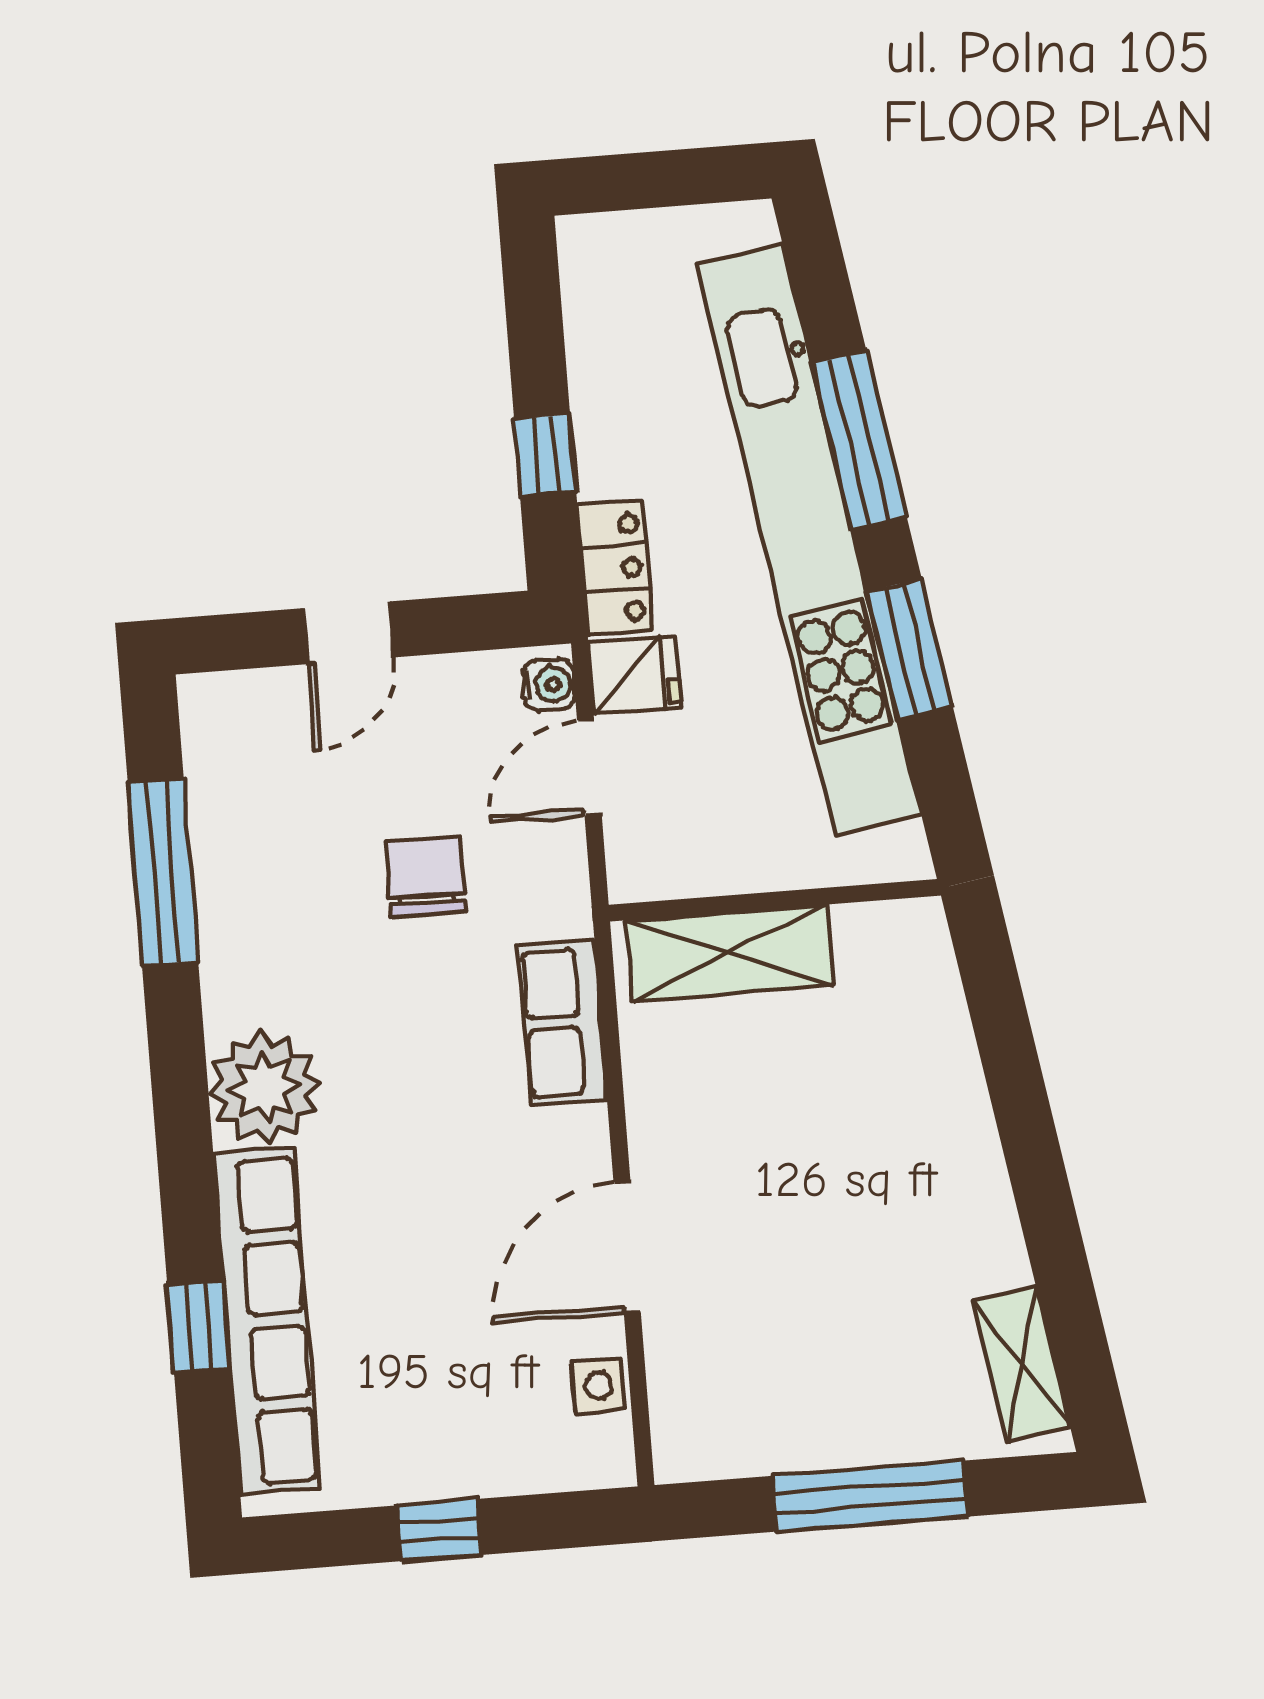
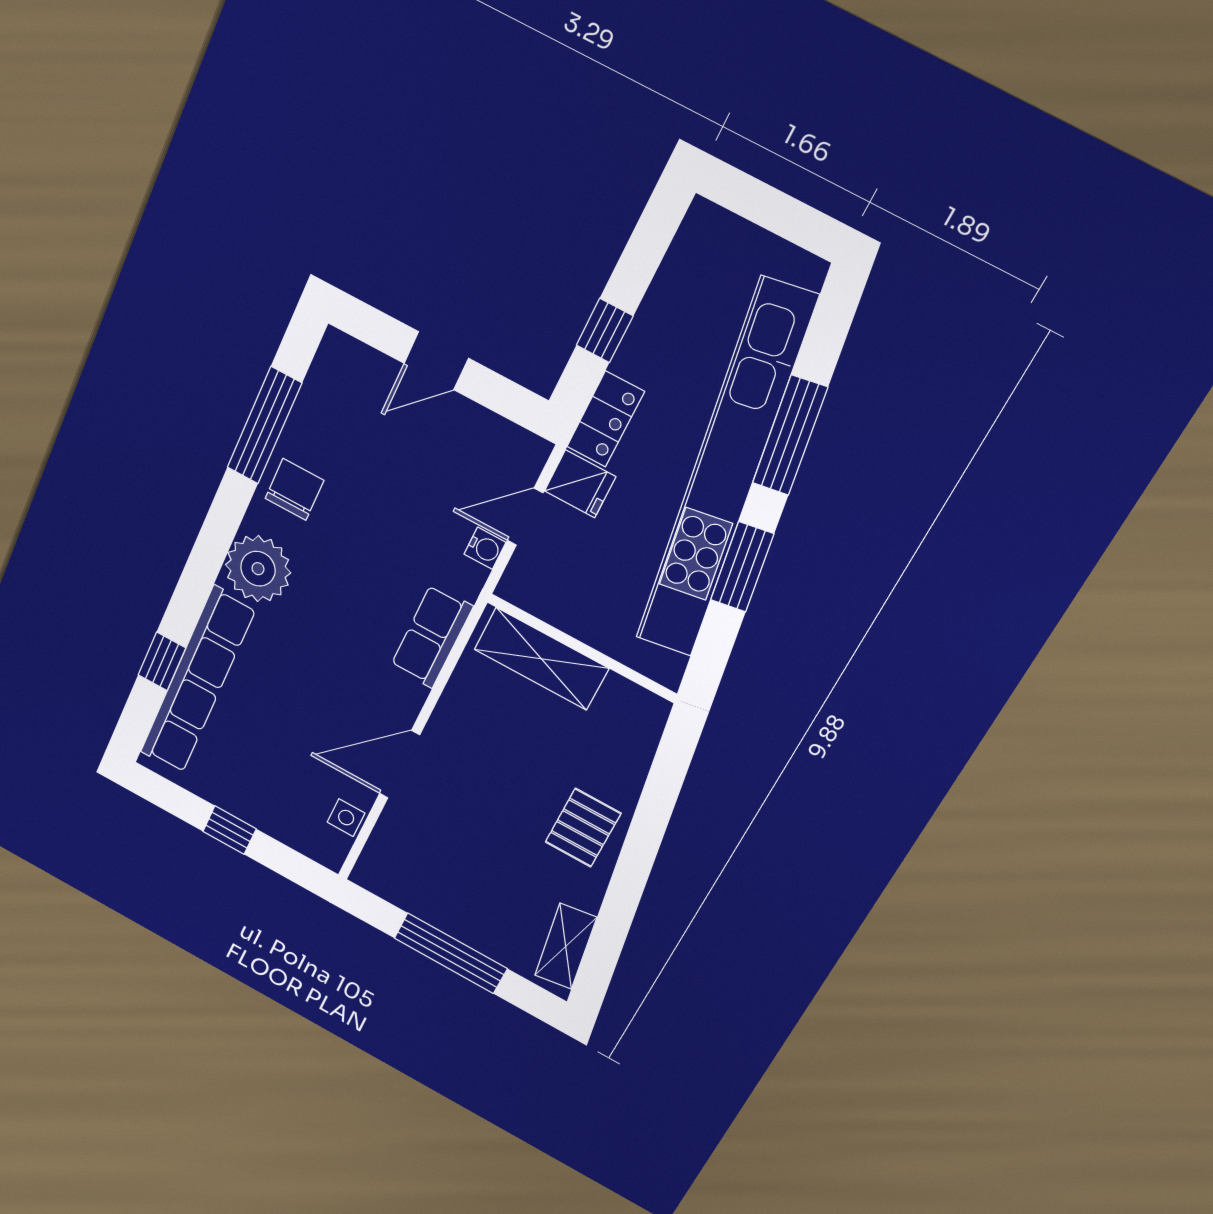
water cooler: (549, 685) -> (485, 548), moved
chair: (425, 877) -> (294, 489), moved
pallet: (934, 1163) -> (583, 828), added

